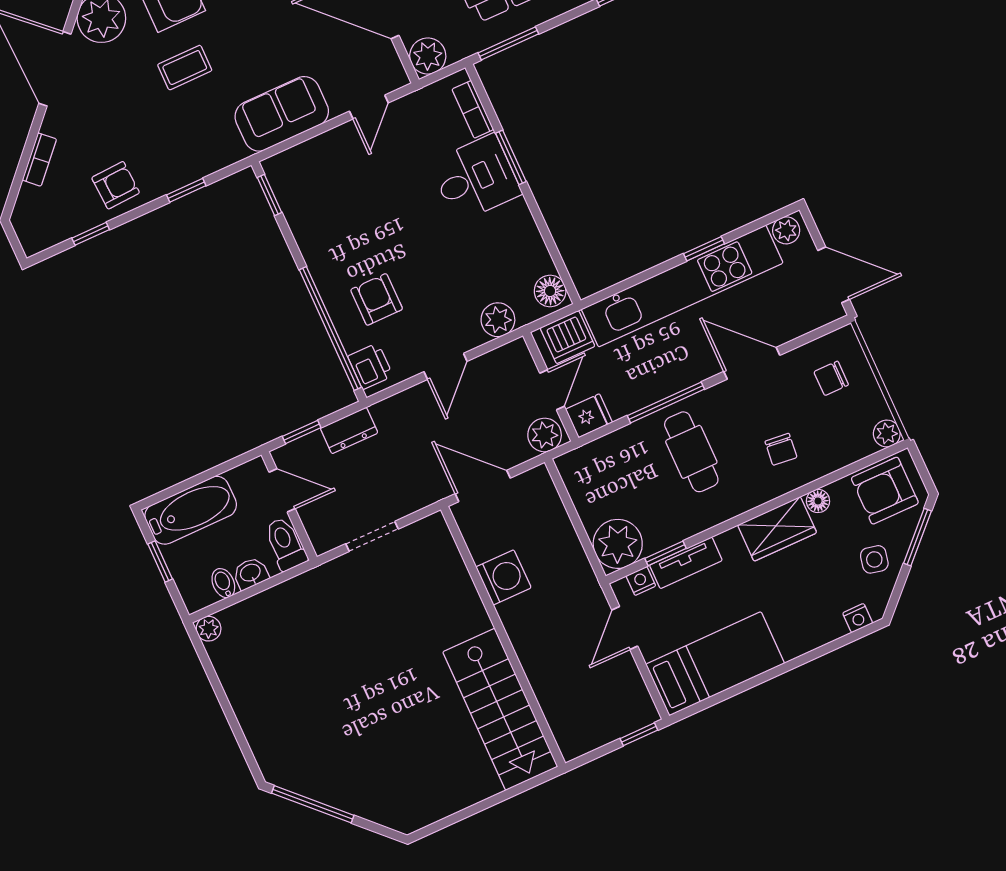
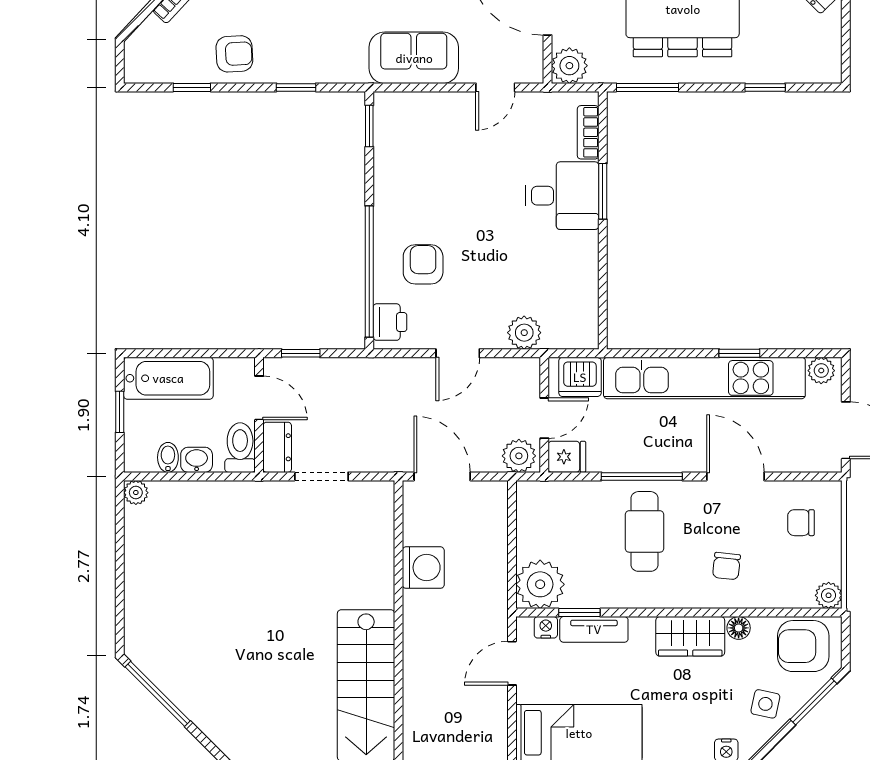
floor lamp: (550, 291) -> (583, 328), removed
dresser: (349, 430) -> (277, 447), moved, turned -90

